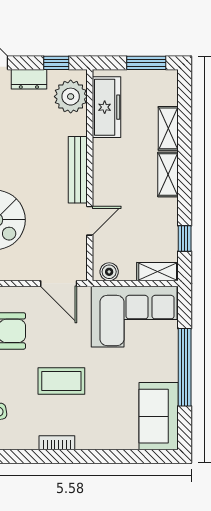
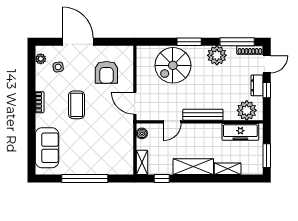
window: (56, 63) -> (267, 90), moved
shelving: (168, 175) -> (193, 167), width x1.50, depth x1.33
door: (90, 221) -> (172, 122), hinge flipped
door: (59, 283) -> (135, 103), hinge flipped
corner sofa: (134, 317) -> (115, 148), removed
sofa: (159, 416) -> (47, 148), moved, turned 90

